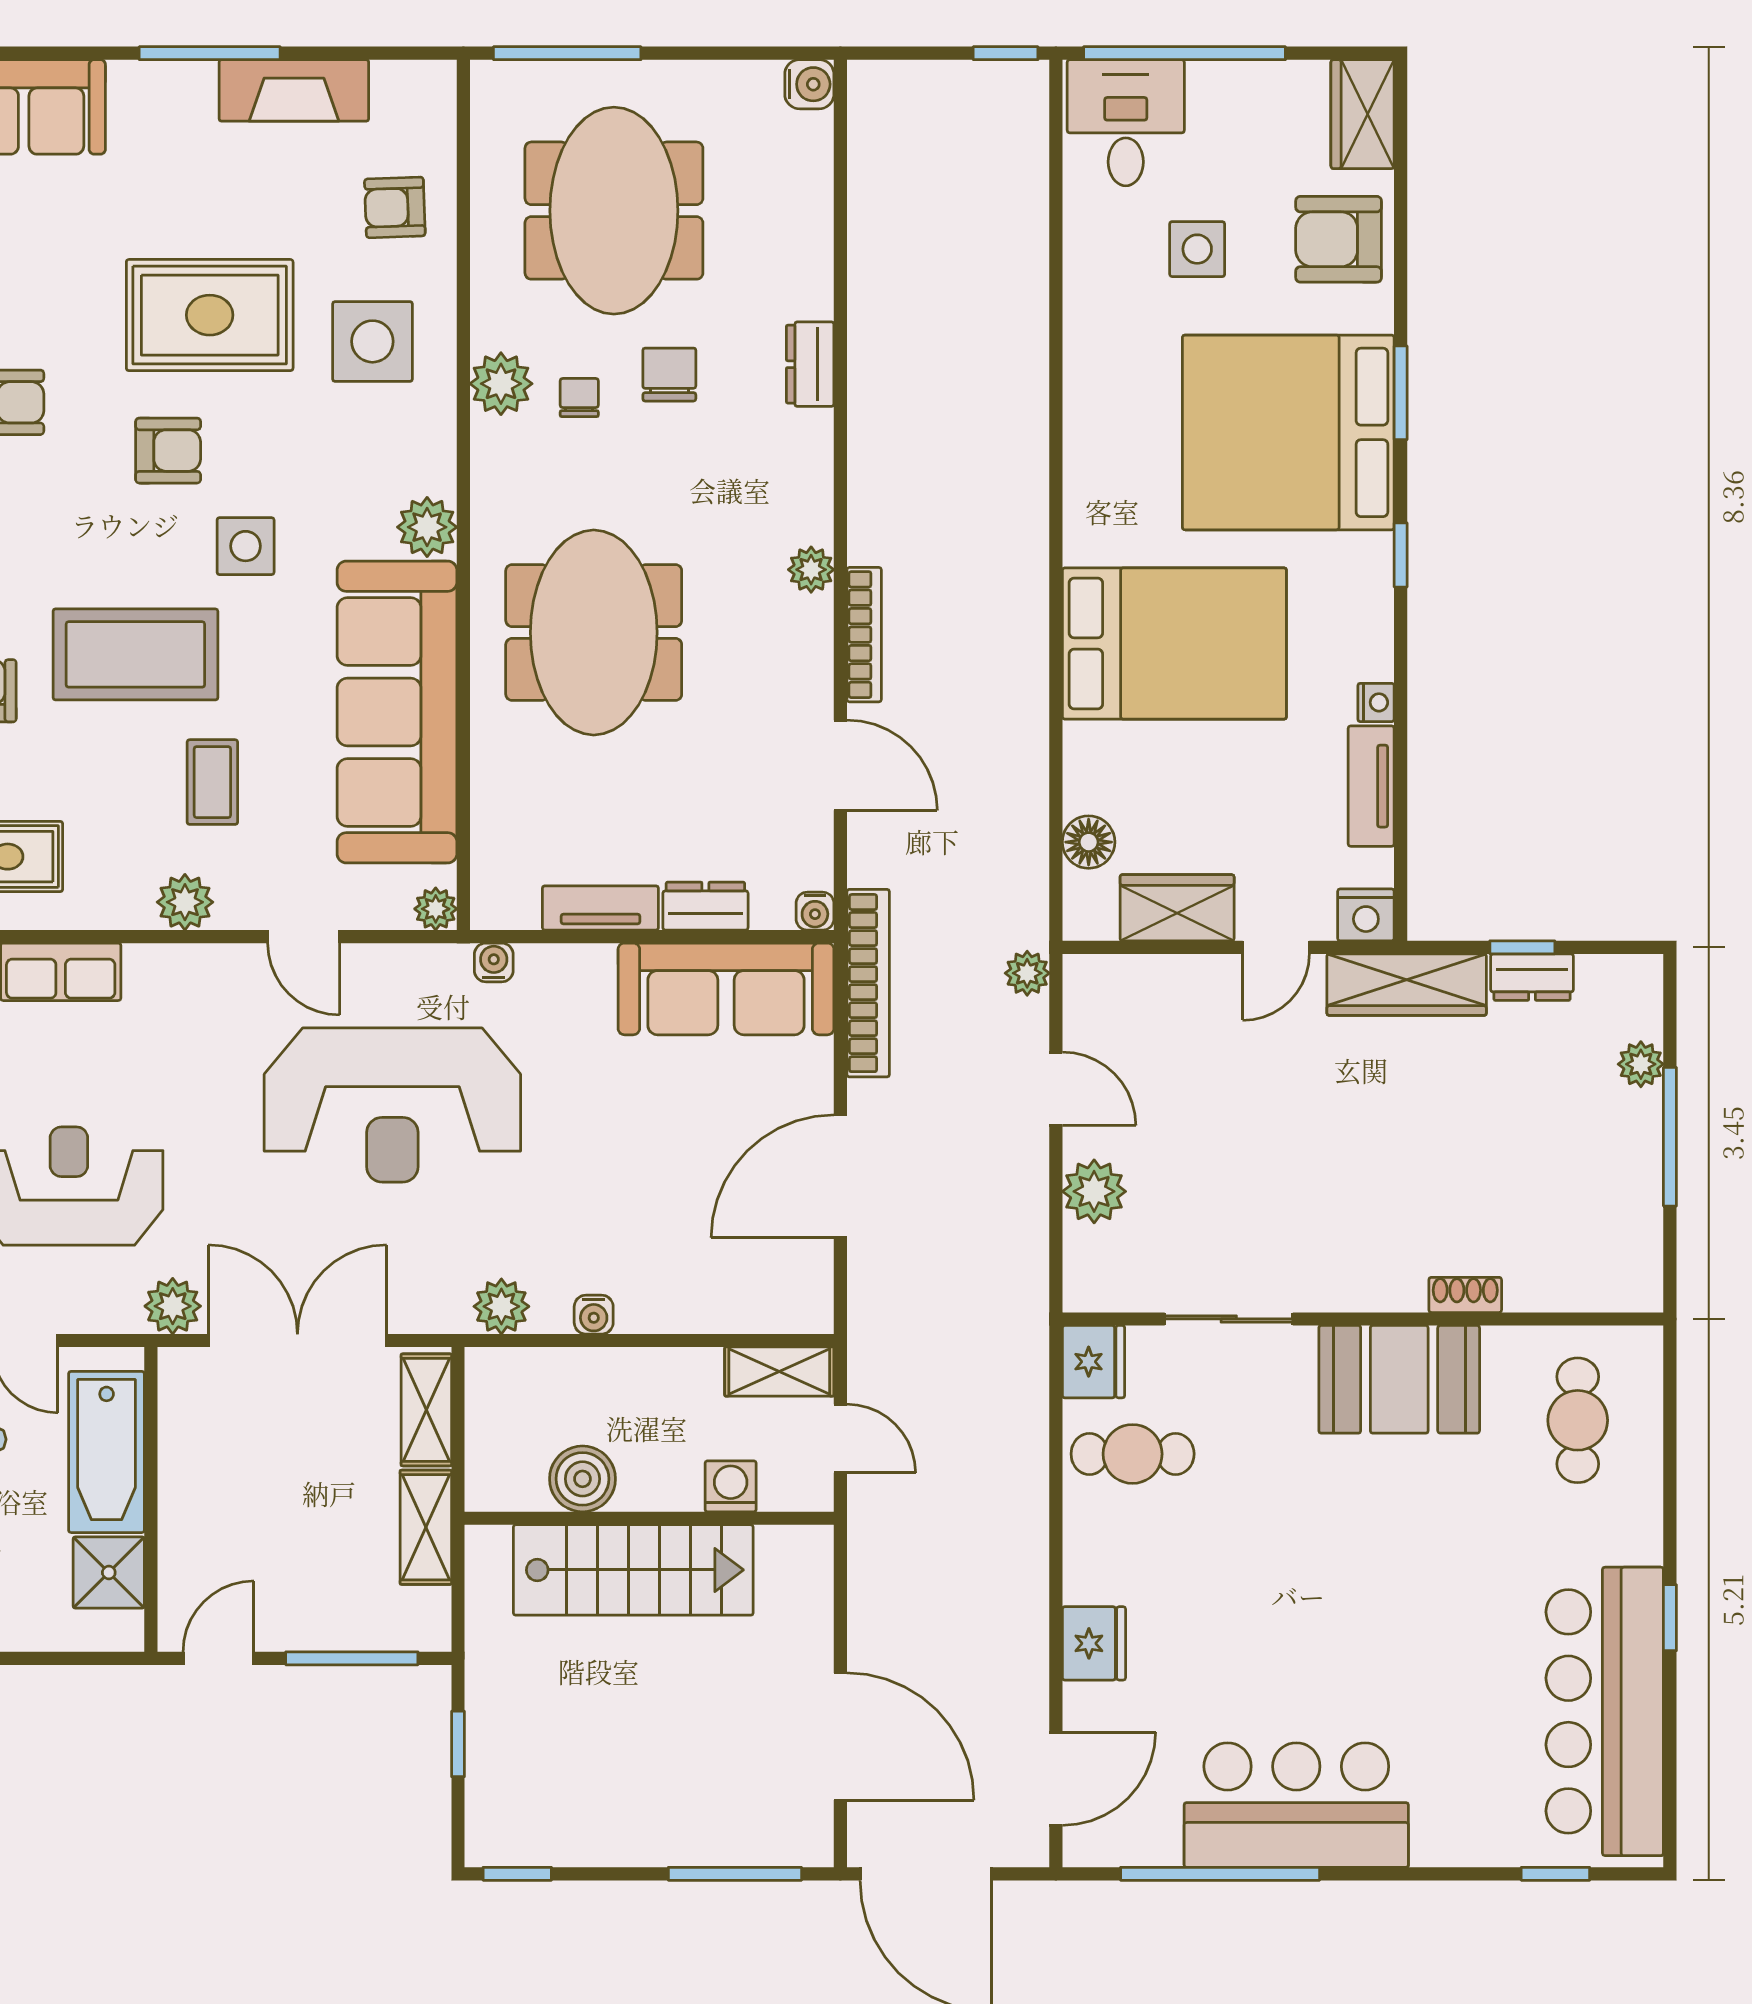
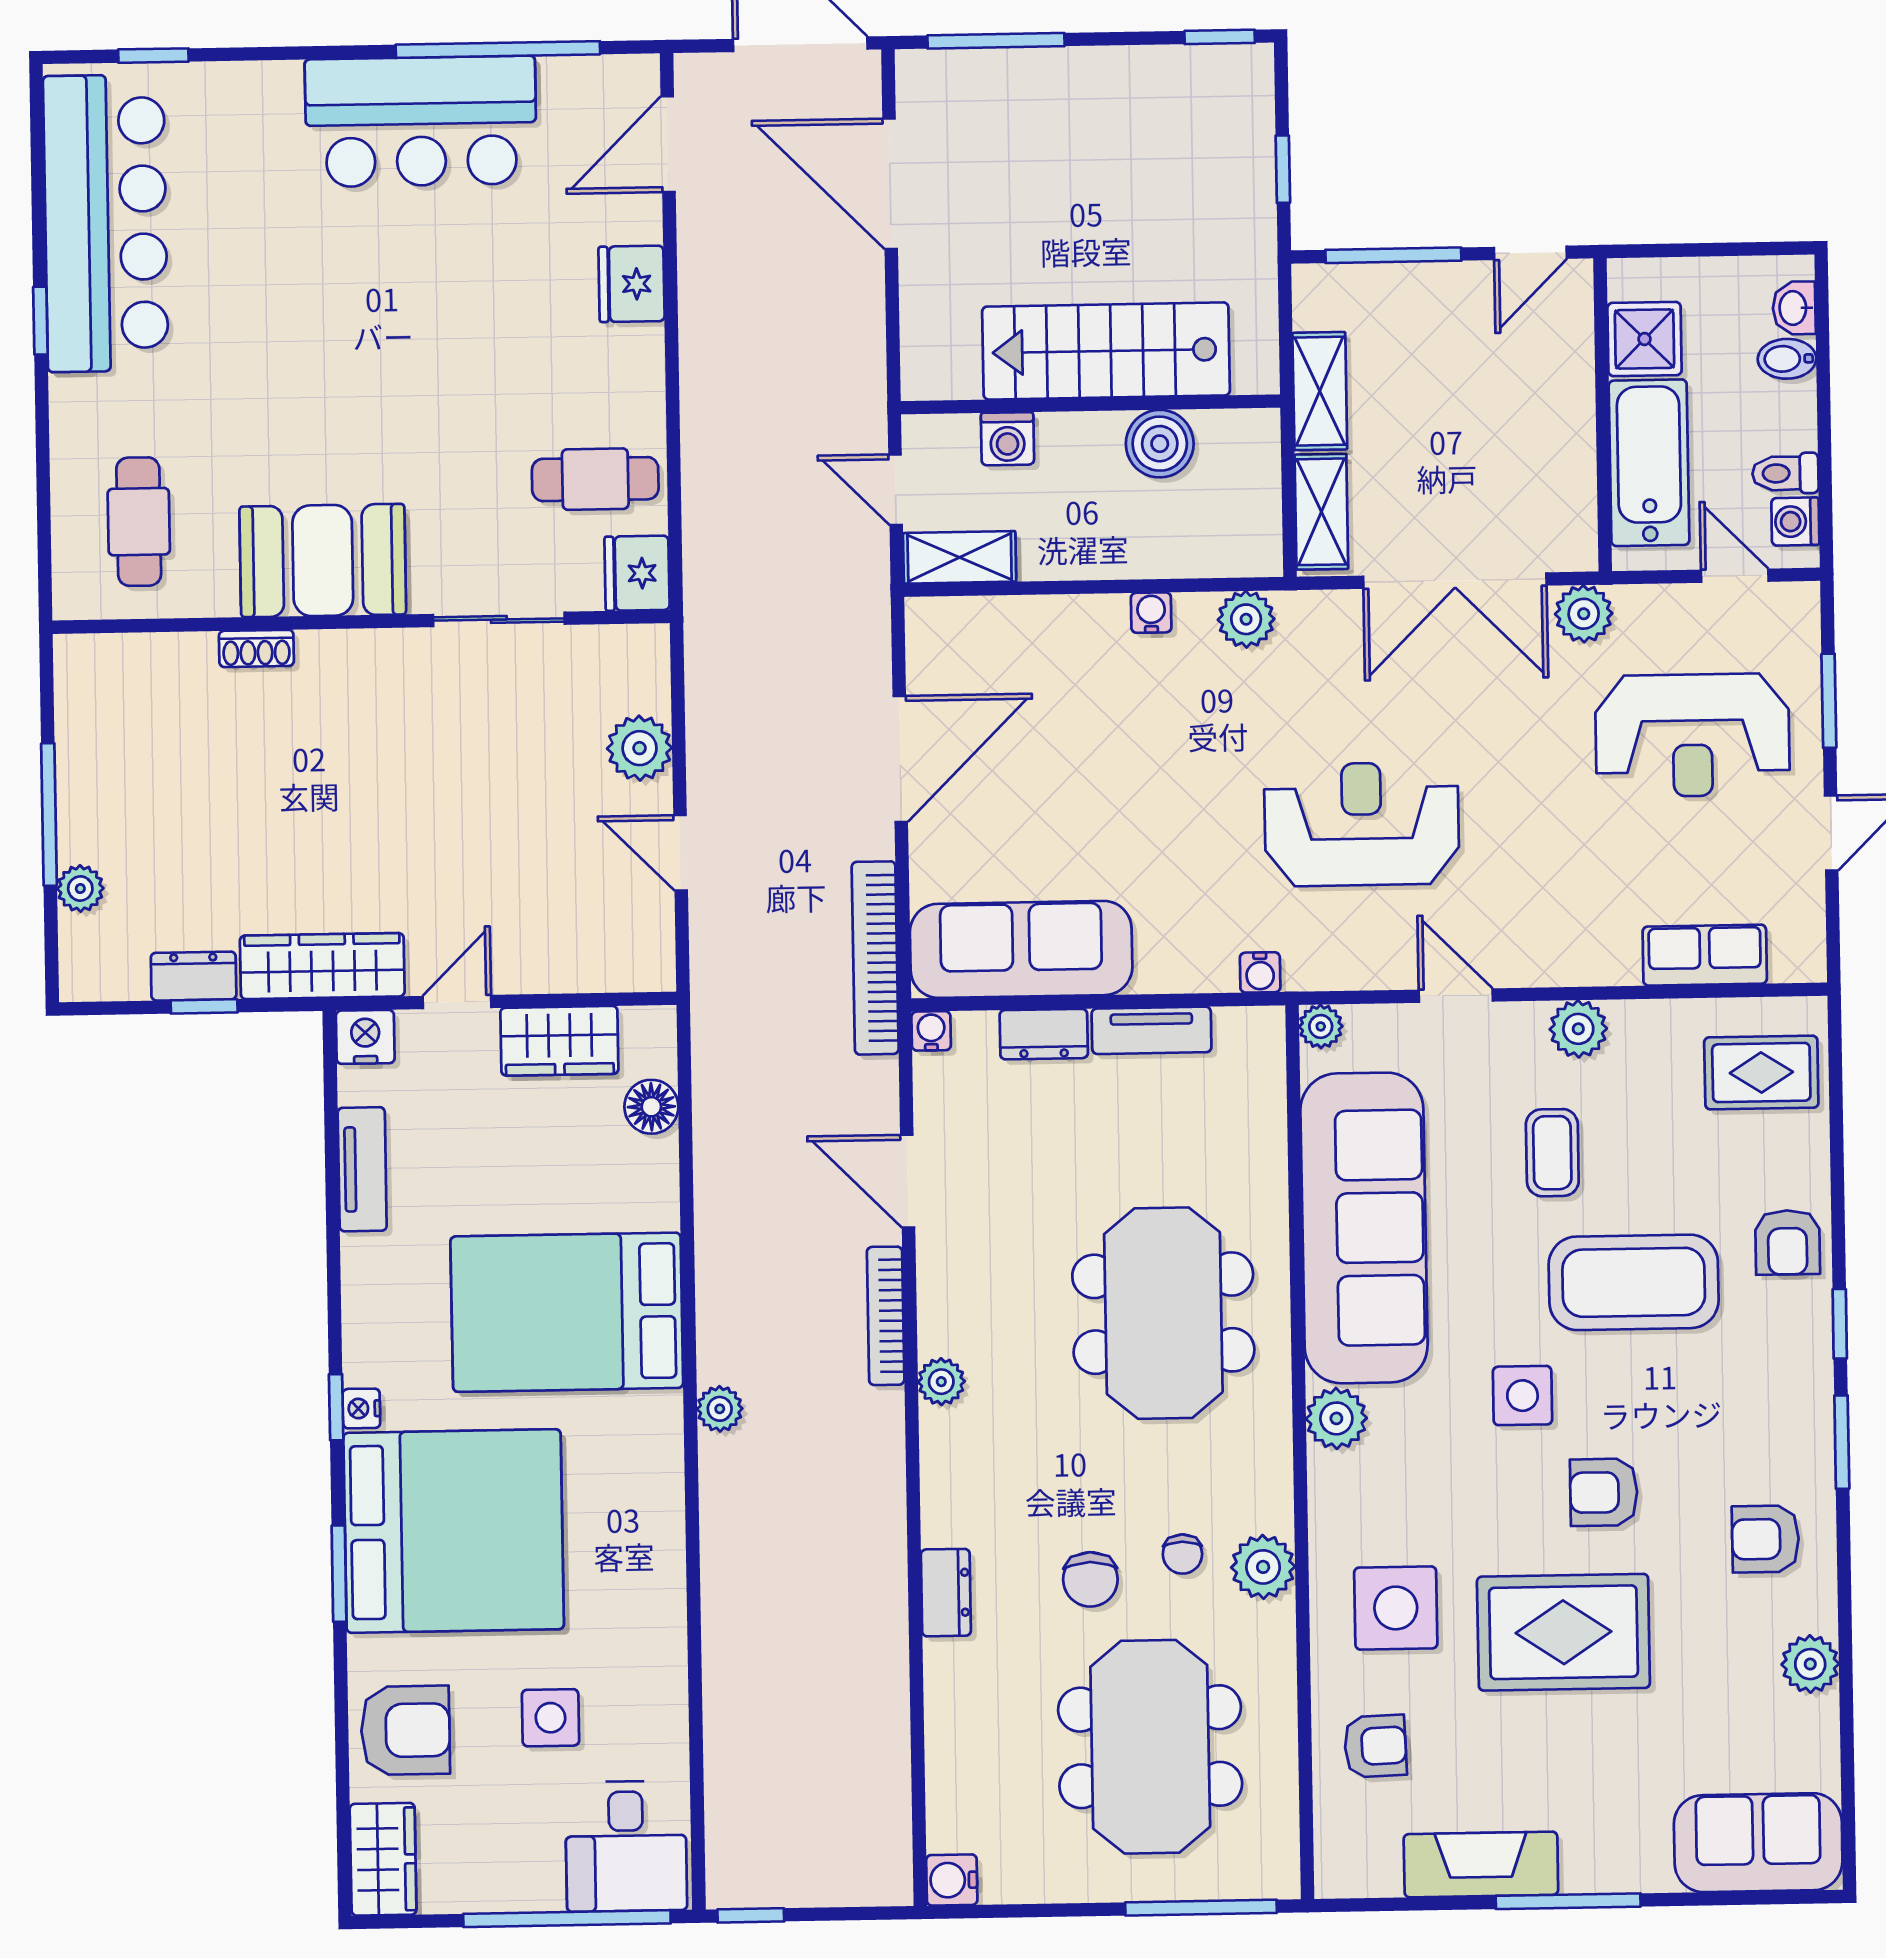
nightstand: (1376, 702) -> (361, 1408), moved
plant: (1027, 973) -> (720, 1409), moved
reception desk: (392, 1105) -> (1362, 824), width x0.74, depth x0.77

